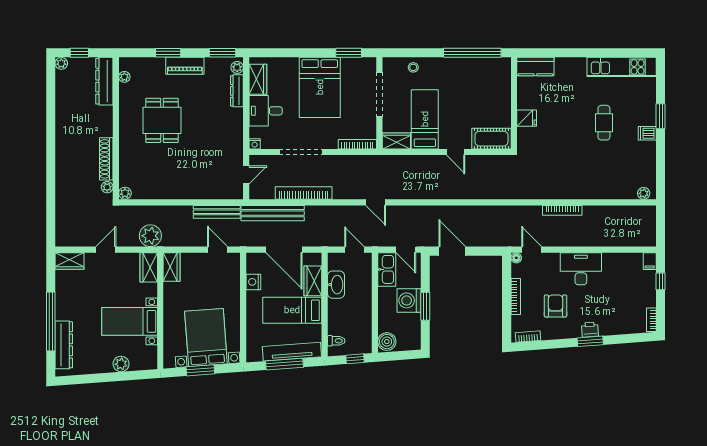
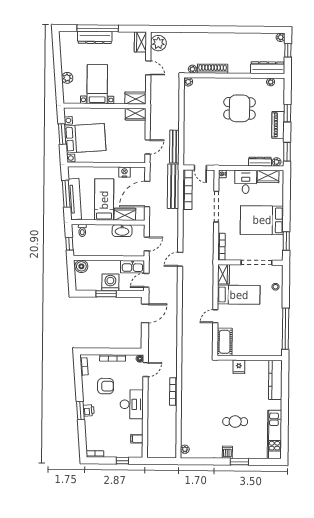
kitchen counter: (535, 67) -> (275, 380), width x1.50
bookcase: (304, 193) -> (187, 190), moved
plant: (150, 236) -> (158, 43), moved
filing cabinet: (650, 261) -> (137, 439), moved
dresser: (64, 345) -> (95, 37), moved

